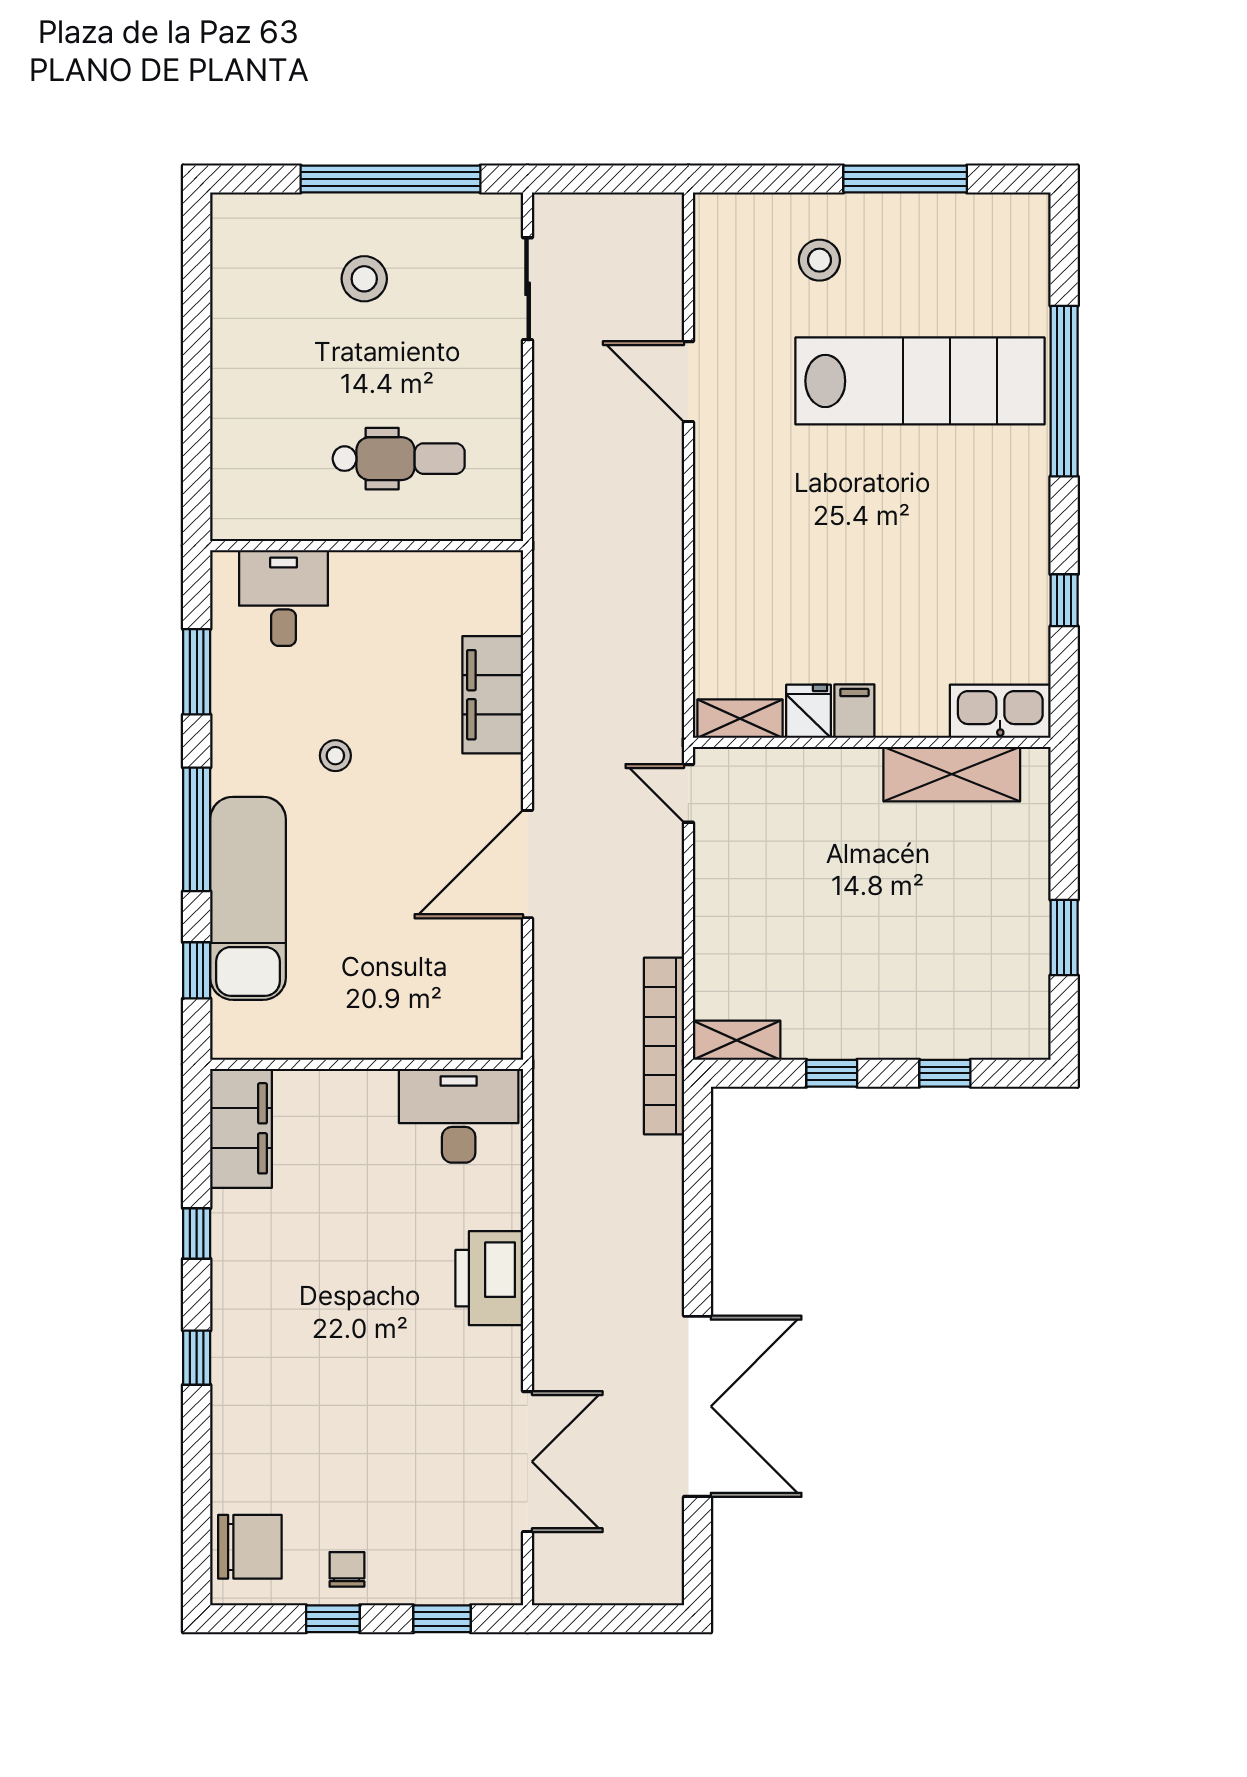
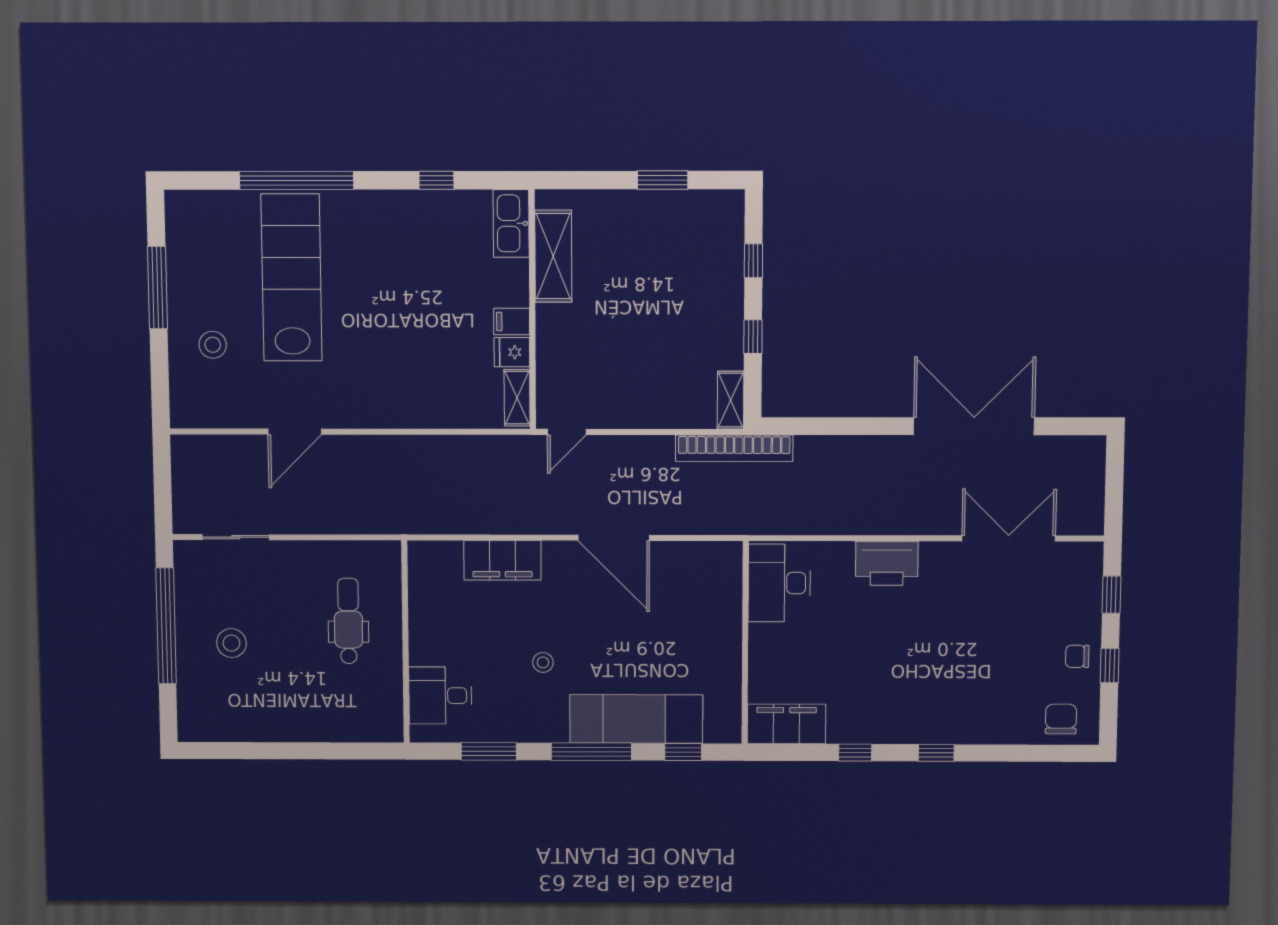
chair: (250, 1547) -> (1061, 719), width x0.73, depth x0.73

